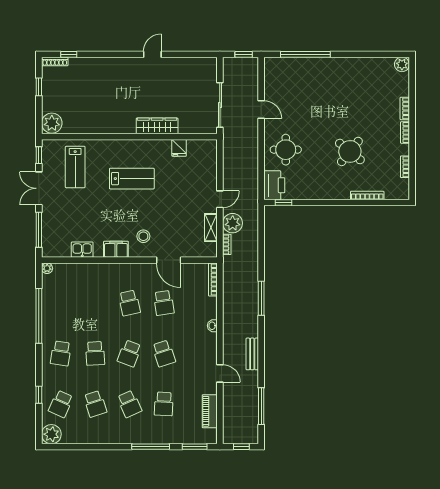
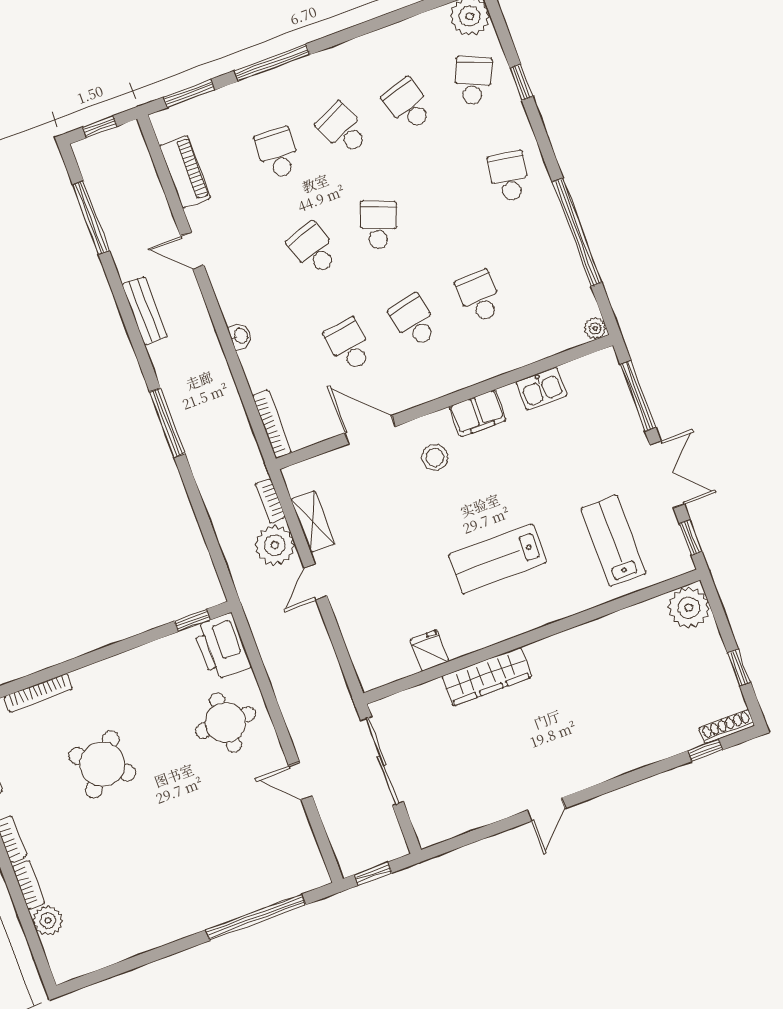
plant: (402, 64) -> (48, 921), moved
school desk: (95, 353) -> (479, 296), moved

